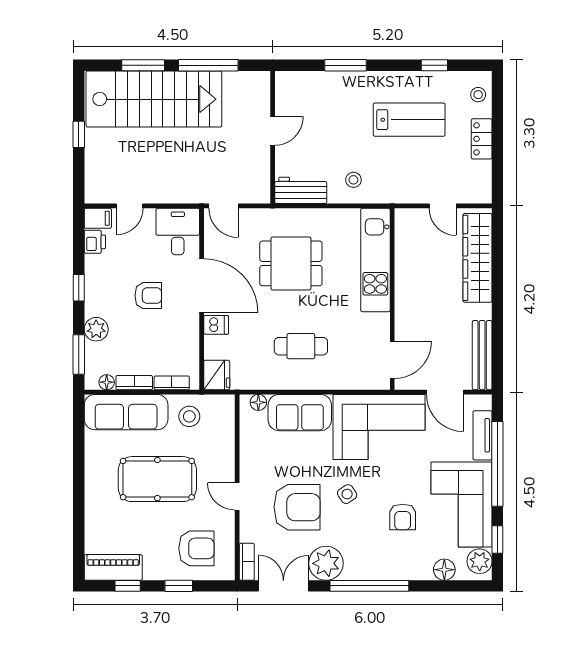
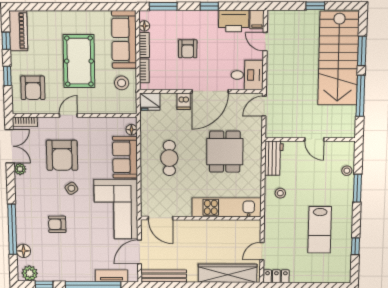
stool: (478, 95) -> (347, 171), moved
locker: (482, 139) -> (276, 276), moved
printer: (95, 242) -> (234, 21), width x1.87, depth x1.48
armchair: (148, 296) -> (188, 49), moved
plant: (96, 329) -> (181, 19), removed
corner sofa: (462, 504) -> (66, 262), removed
plant: (326, 563) -> (20, 169), width x0.53, depth x0.53
window: (369, 586) -> (12, 229), moved

